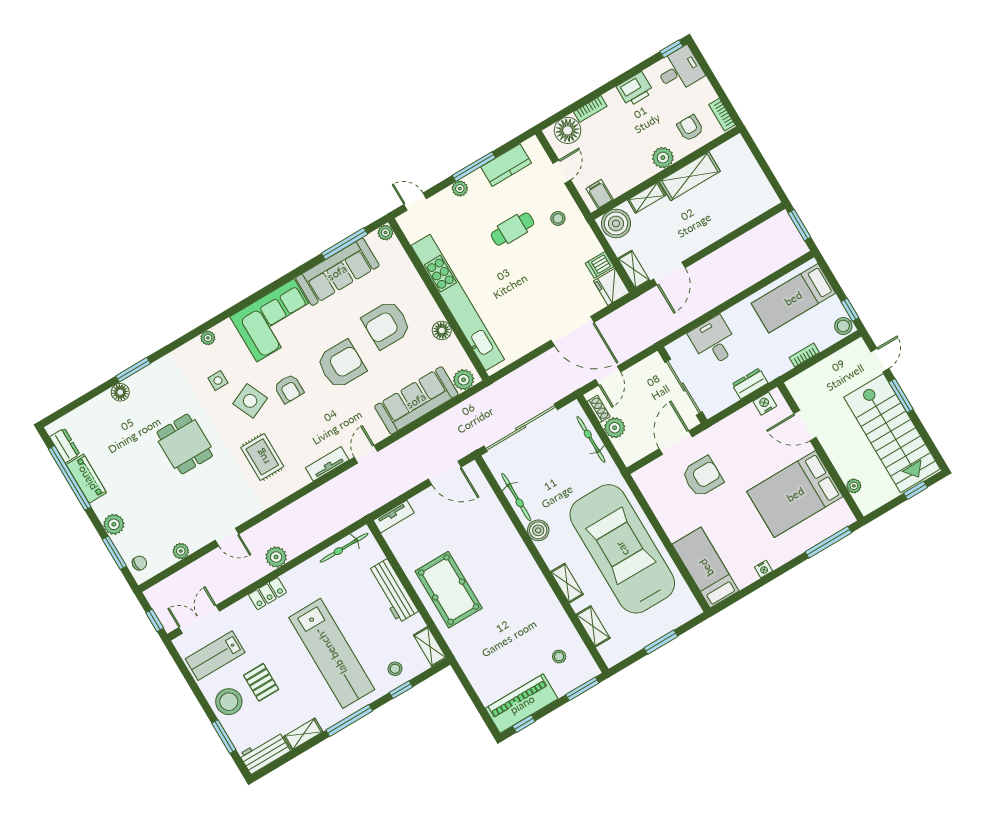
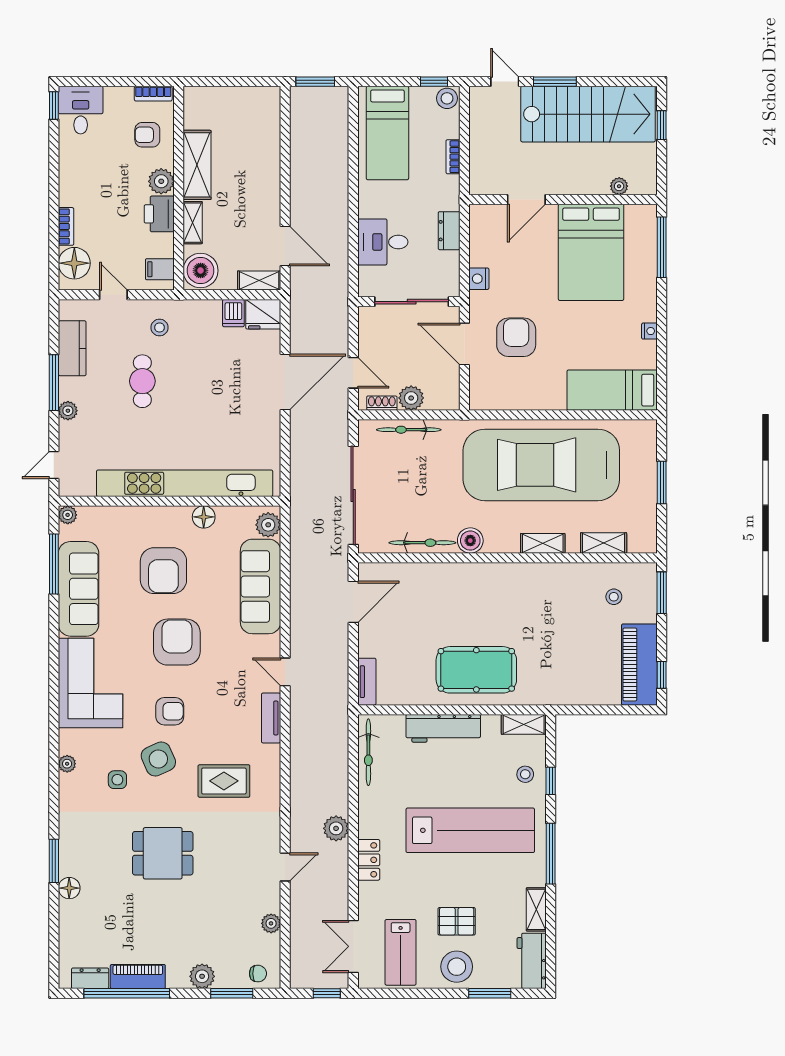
printer: (635, 89) -> (159, 214), moved, turned 180
nightstand: (765, 404) -> (479, 279), moved
chair: (139, 563) -> (258, 974), turned 90

